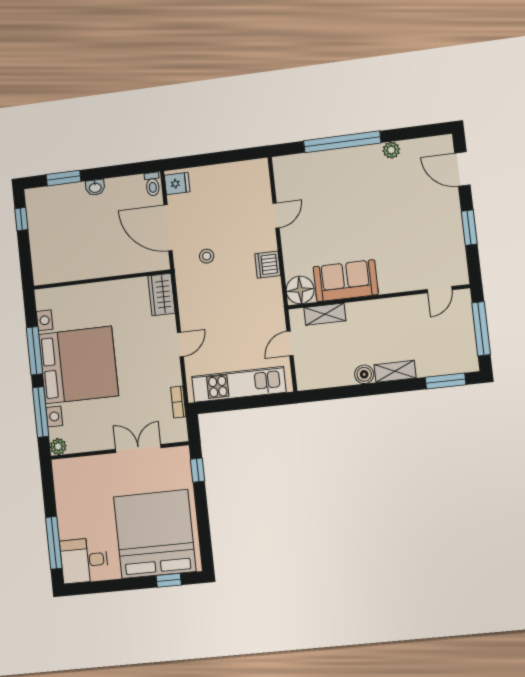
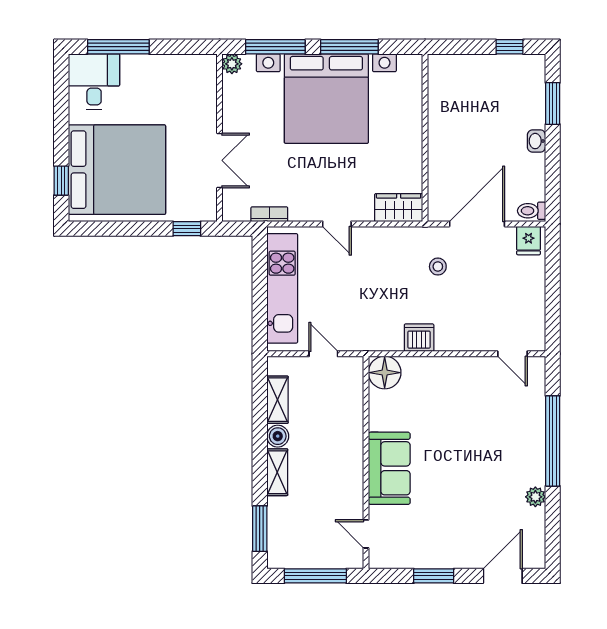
door: (276, 215) -> (512, 354), moved
sofa: (346, 281) -> (389, 468), moved
shelving: (325, 314) -> (277, 400), moved

